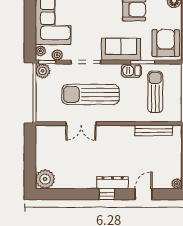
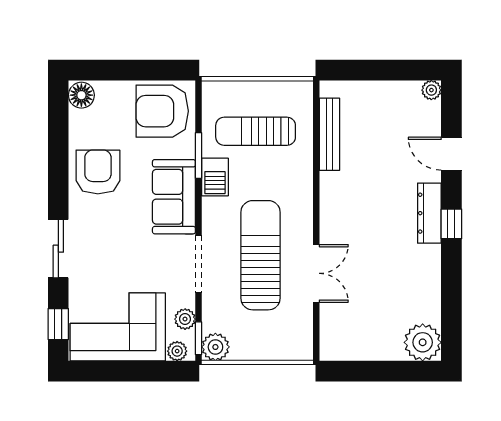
sun lounger: (91, 94) -> (261, 255), turned 180

